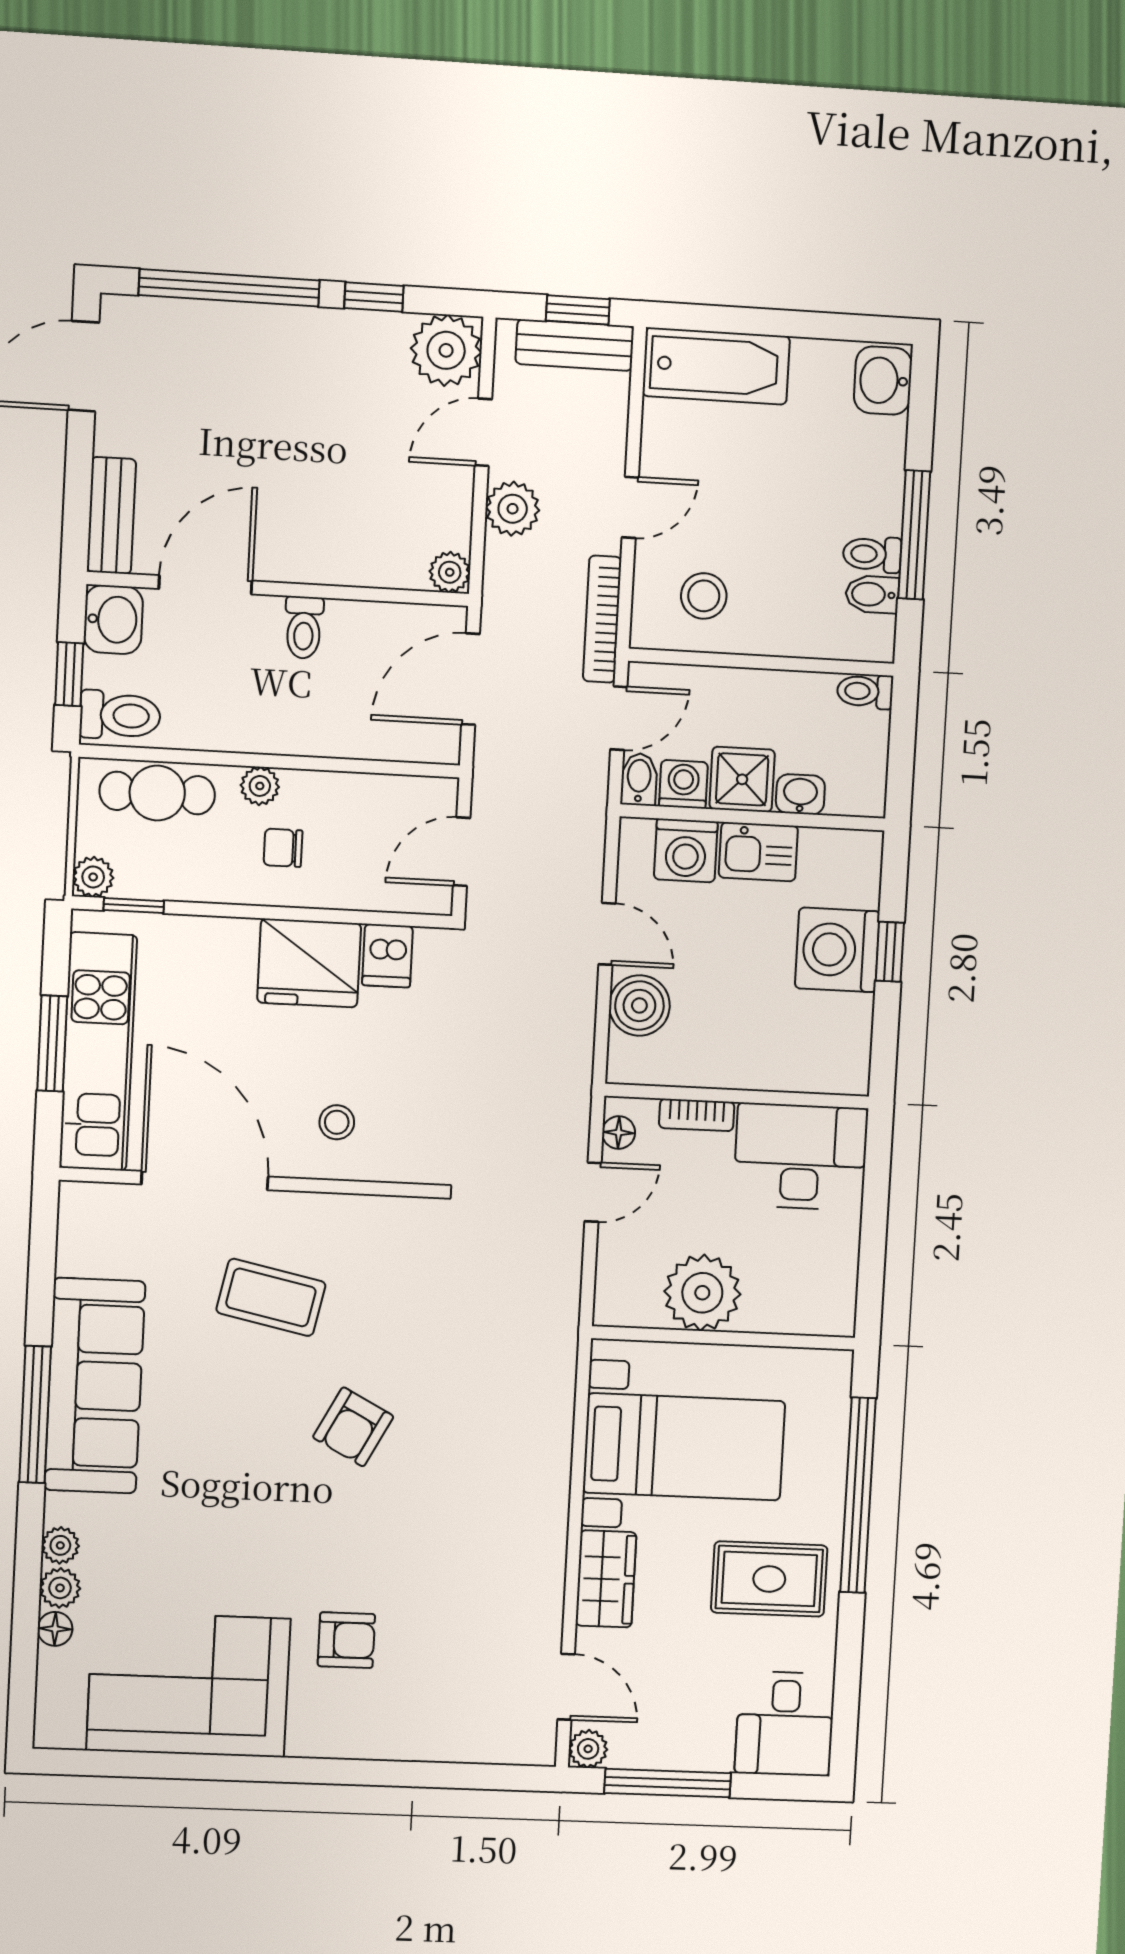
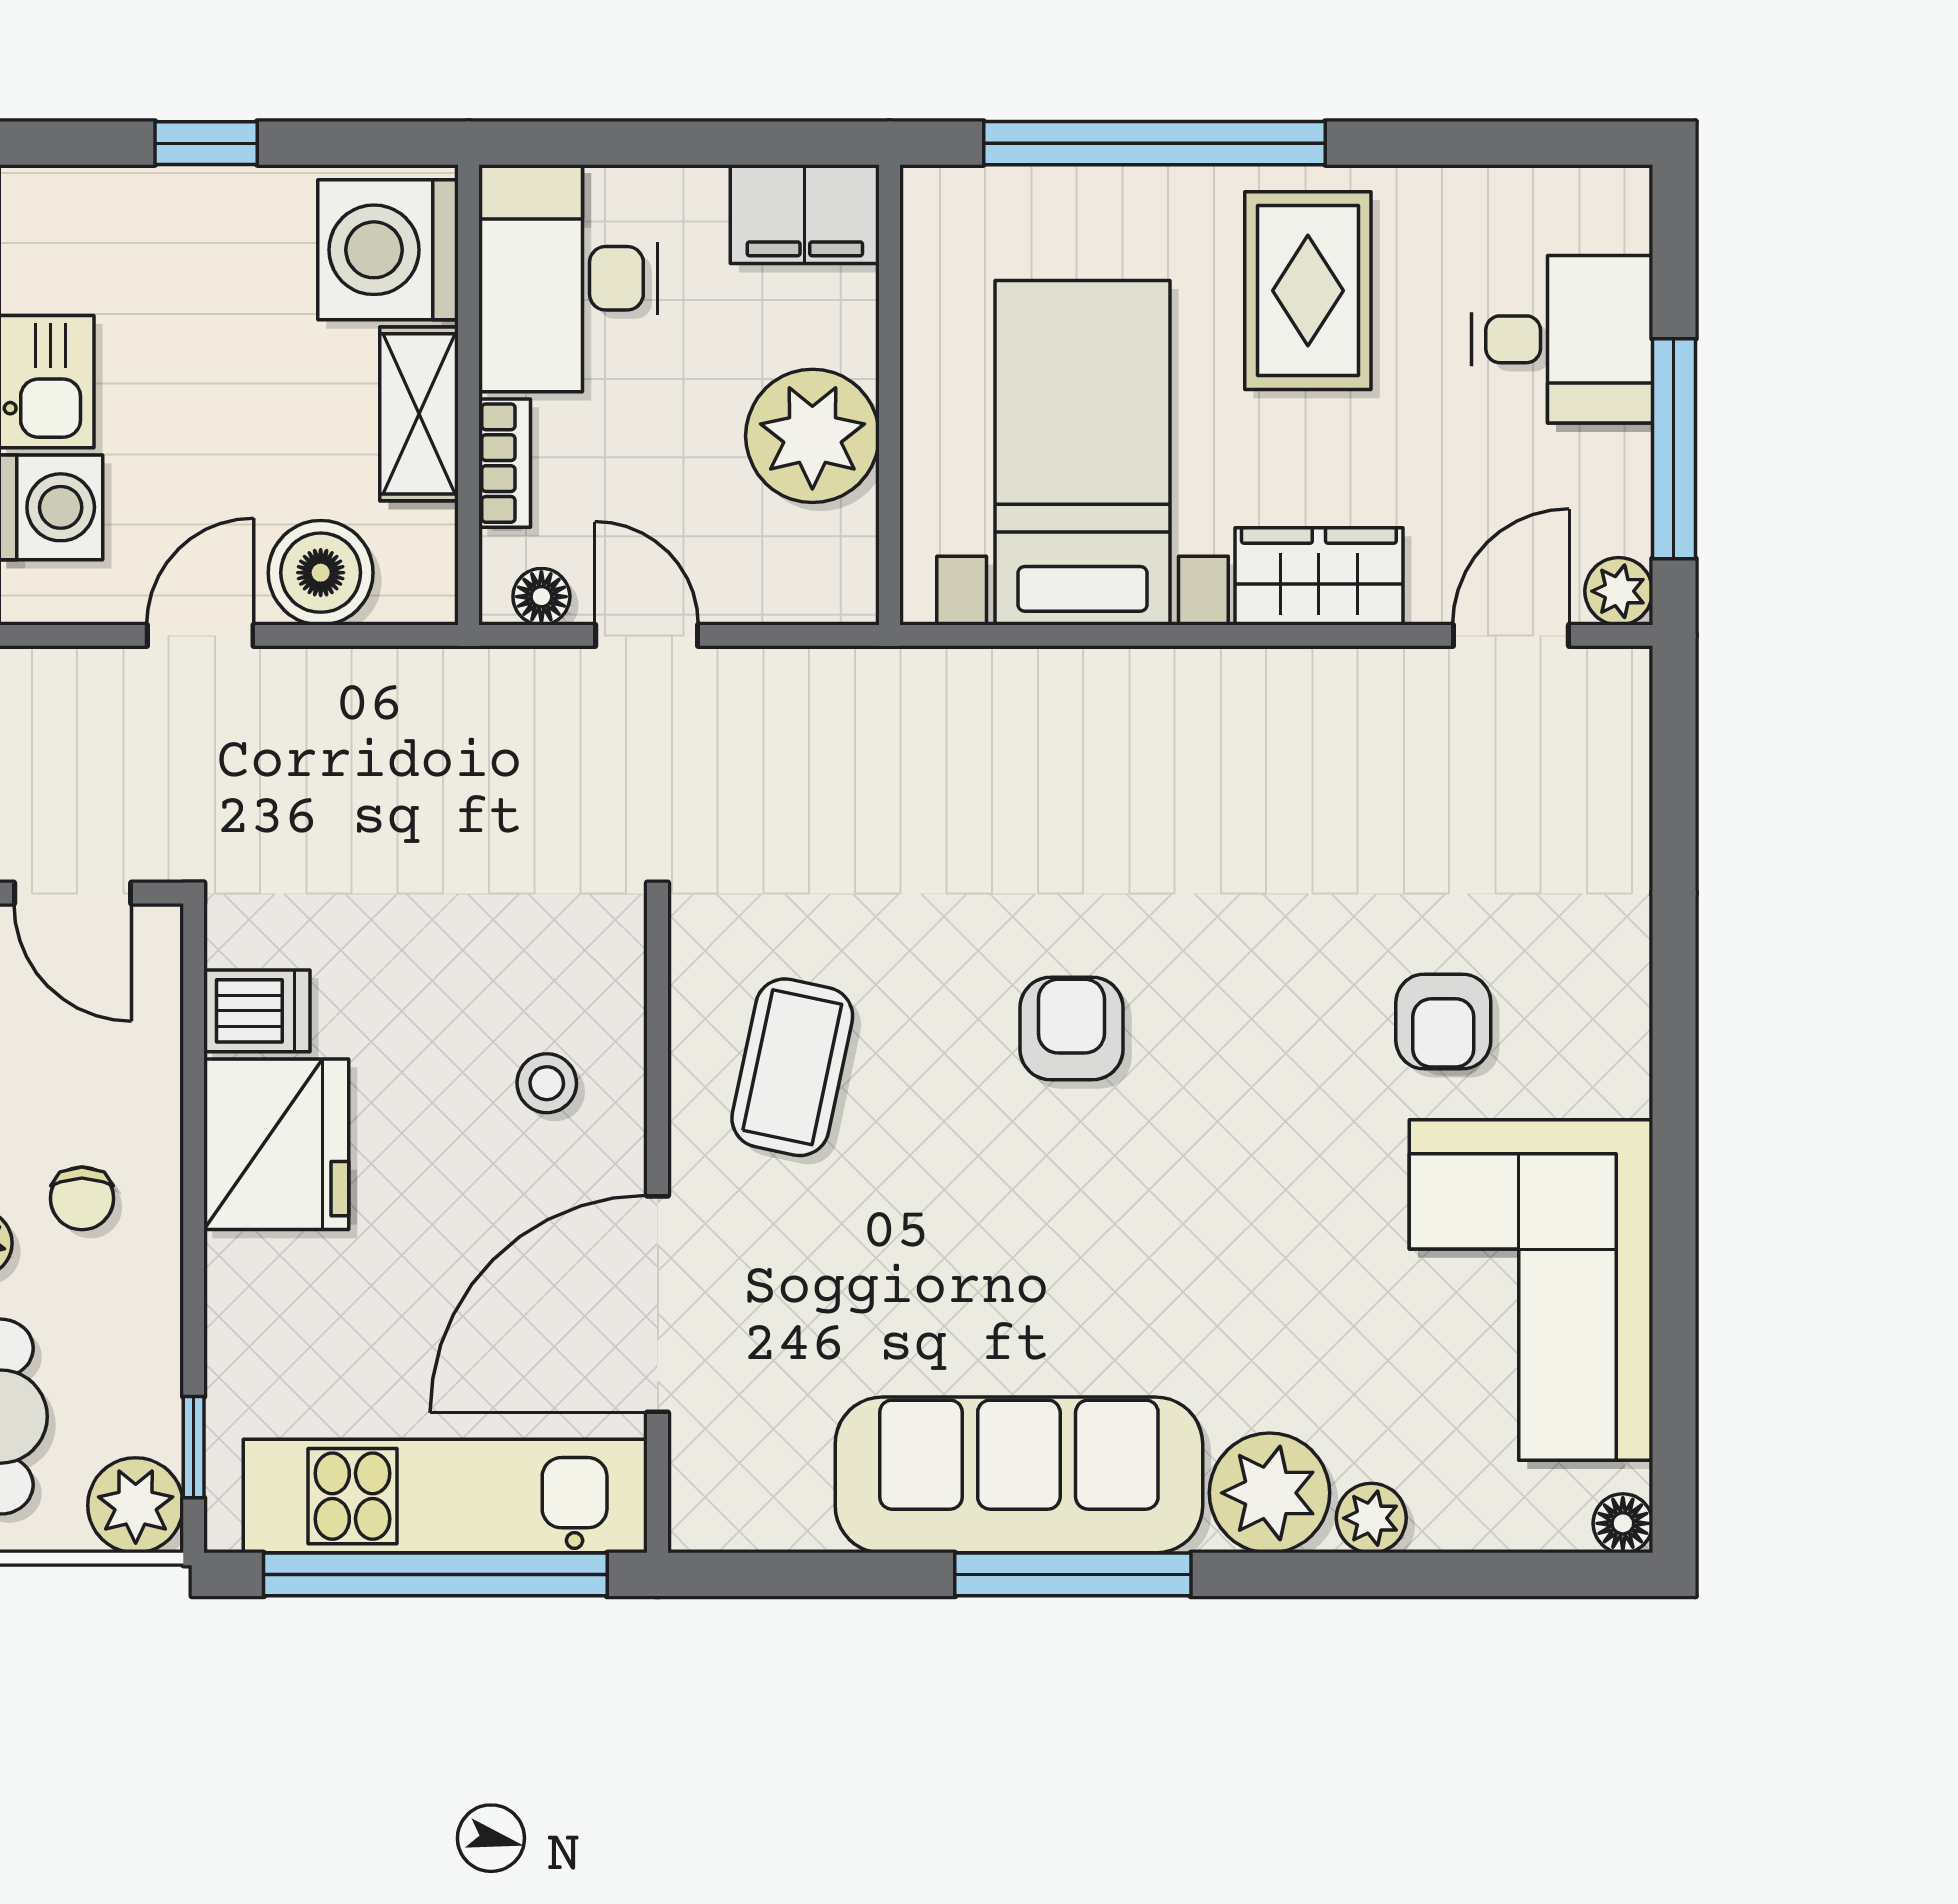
plant: (93, 877) -> (136, 1505), width x1.38, depth x1.38
washing machine: (837, 950) -> (388, 250), moved, turned 90
window: (52, 1043) -> (435, 1574), width x2.11
shelving: (728, 1067) -> (419, 414), added
filing cabinet: (829, 1294) -> (805, 214), added
coffee table: (271, 1297) -> (792, 1067), moved
armchair: (353, 1427) -> (1071, 1029), turned -118
plant: (60, 1545) -> (1269, 1493), width x1.87, depth x1.87
floor lamp: (55, 1629) -> (1623, 1523), moved
armchair: (346, 1640) -> (1443, 1021), turned 180
desk: (785, 1724) -> (1562, 339), moved

